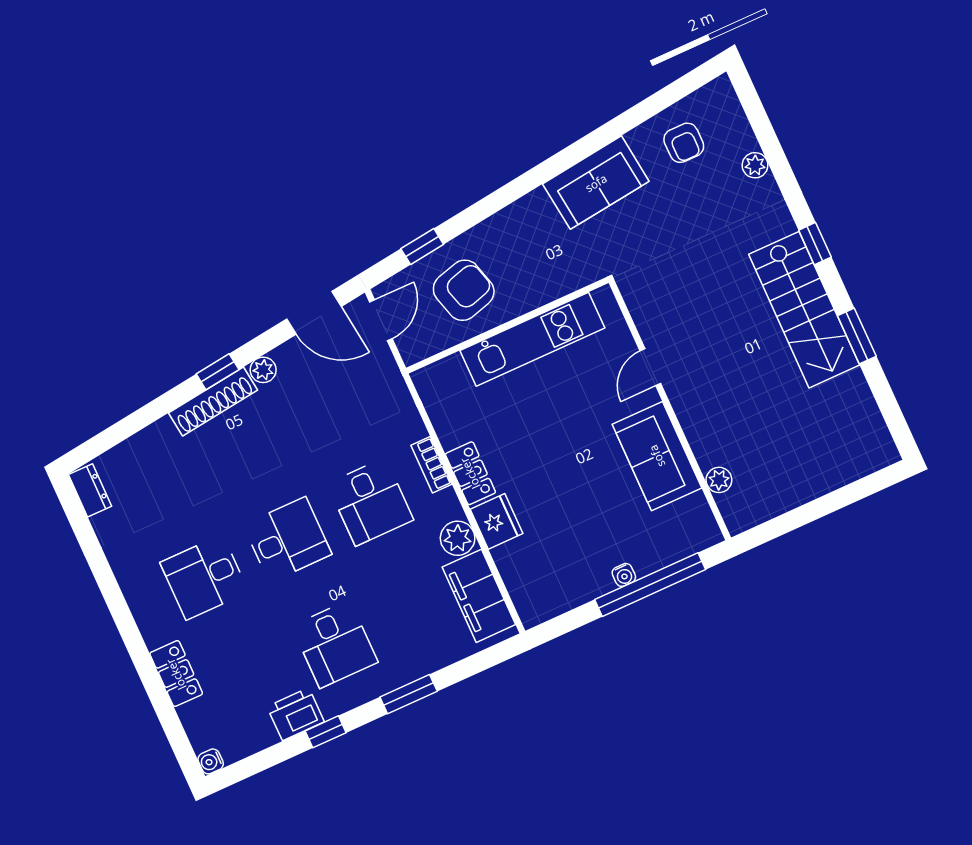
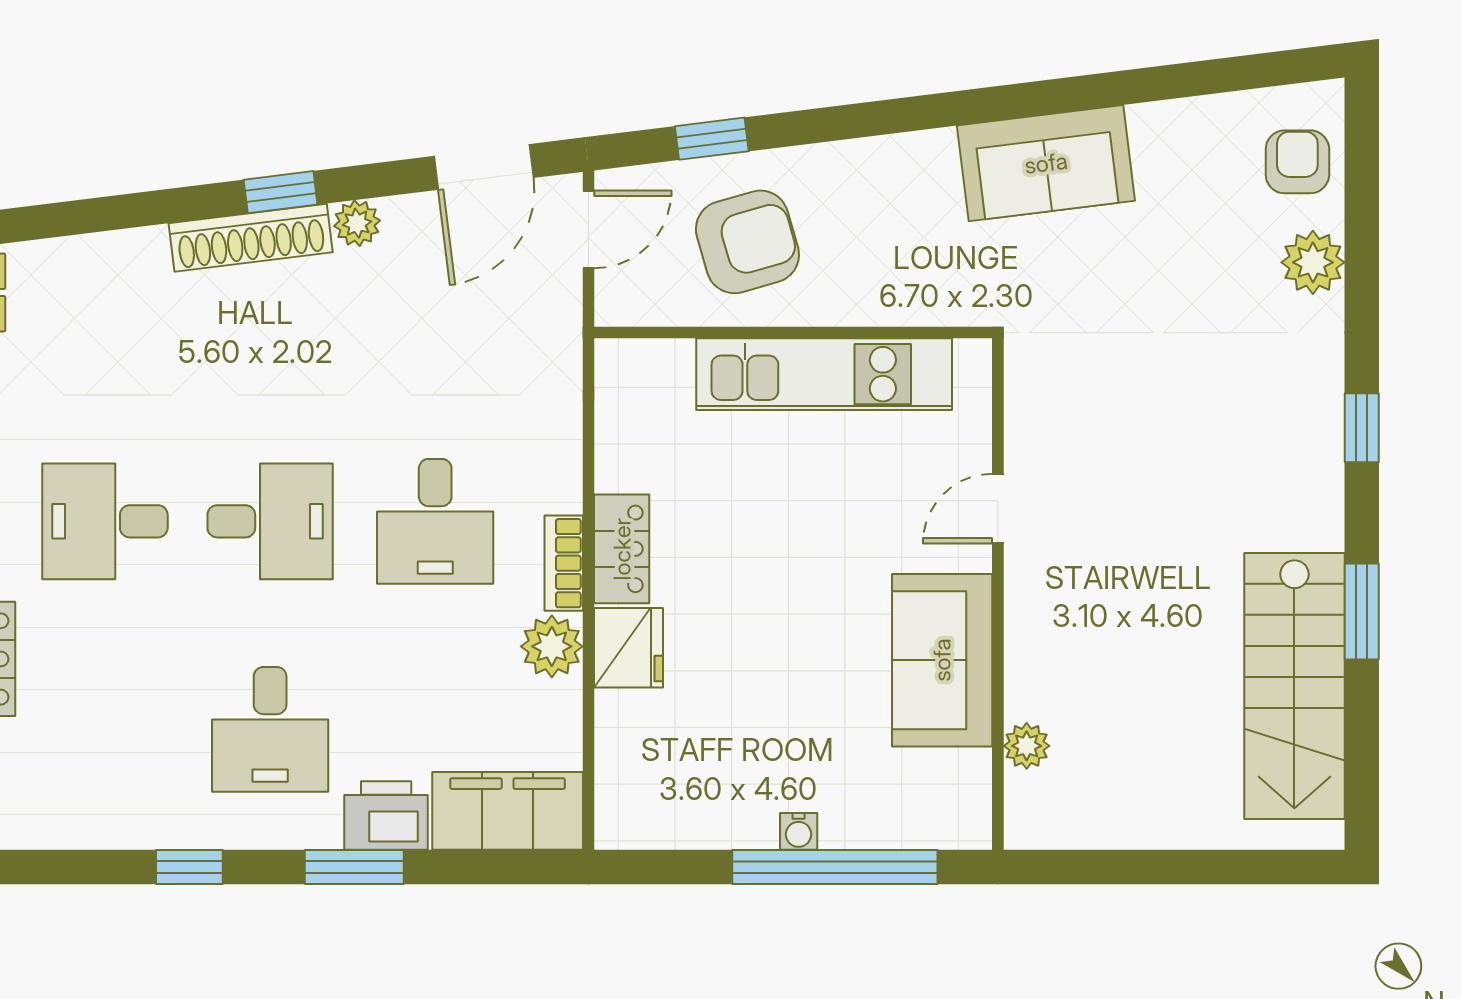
armchair: (684, 143) -> (1297, 162), moved, turned 180
plant: (755, 165) -> (1313, 262), width x1.38, depth x1.38
stairs: (804, 310) -> (1294, 686), moved
door: (314, 313) -> (484, 167), hinge flipped
bookcase: (431, 465) -> (564, 563), moved
filing cabinet: (479, 596) -> (508, 811), moved, turned 90
printer: (296, 714) -> (386, 815), moved

